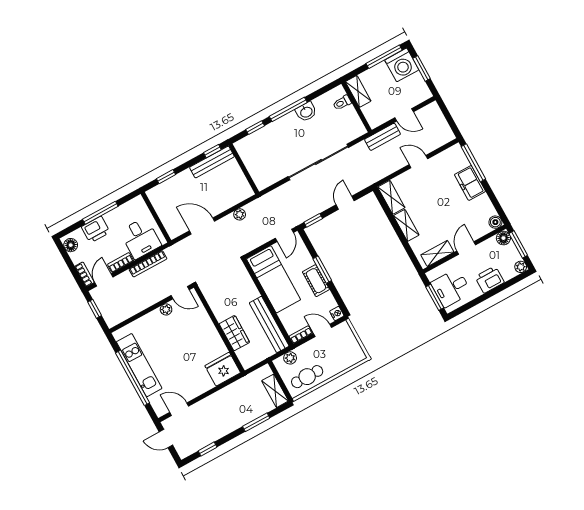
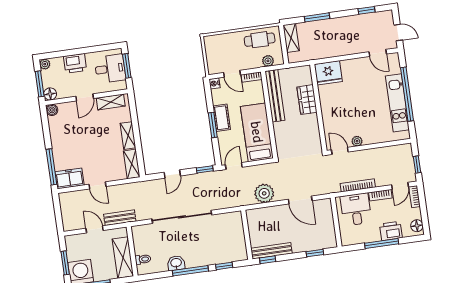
shelving: (358, 91) -> (123, 257), width x1.50, depth x1.33
freezer: (470, 183) -> (69, 178), moved, turned -90
plant: (240, 214) -> (264, 193), width x1.88, depth x1.88

